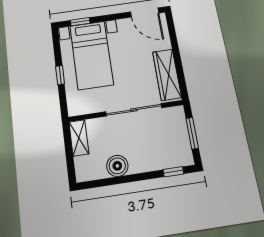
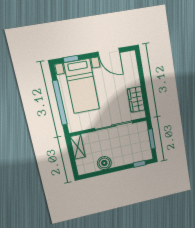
door: (145, 12) -> (109, 52), moved
window: (60, 75) -> (60, 103), width x3.17
wardrobe: (167, 75) -> (136, 99), width x0.67

